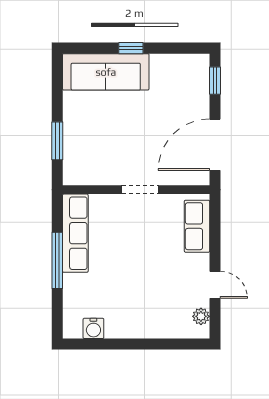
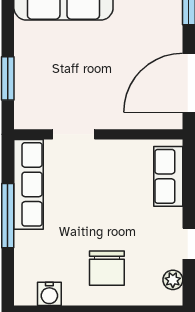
doorway: (140, 190) -> (74, 134), moved
chair: (144, 306) -> (107, 268), added

